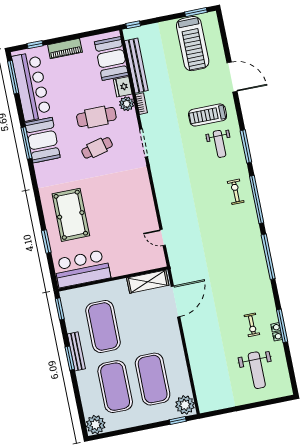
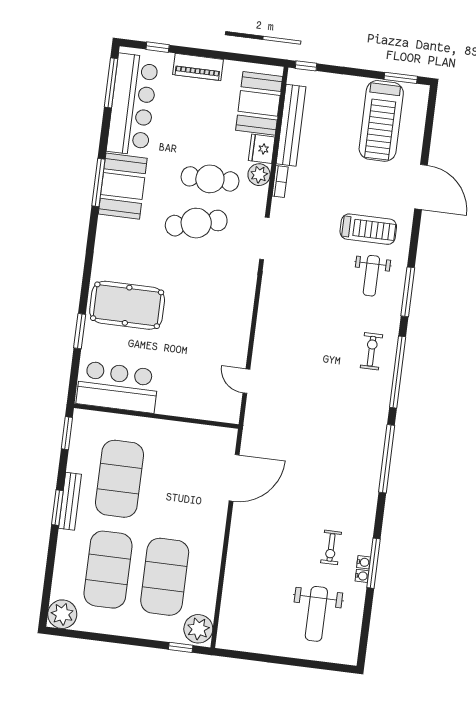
treadmill: (208, 115) -> (368, 229), turned 180
cafe table: (97, 148) -> (196, 223), width x1.37, depth x1.35
pool table: (71, 215) -> (127, 305), turned 90
shelving: (148, 282) -> (204, 436), removed

